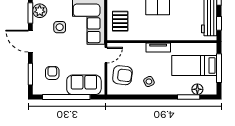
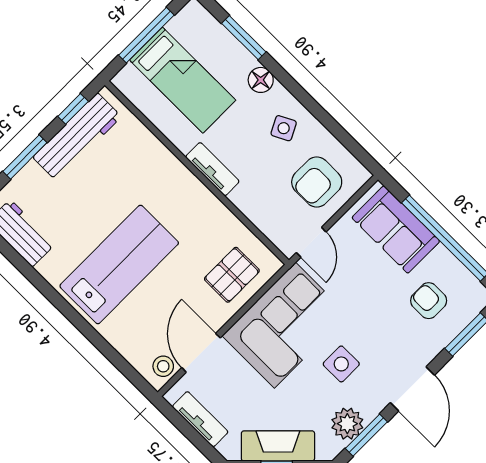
door: (106, 55) -> (311, 242), swing flipped
armchair: (52, 73) -> (429, 301), turned 90
armchair: (122, 75) -> (317, 182), turned -97
floor lamp: (197, 89) -> (261, 80), moved

